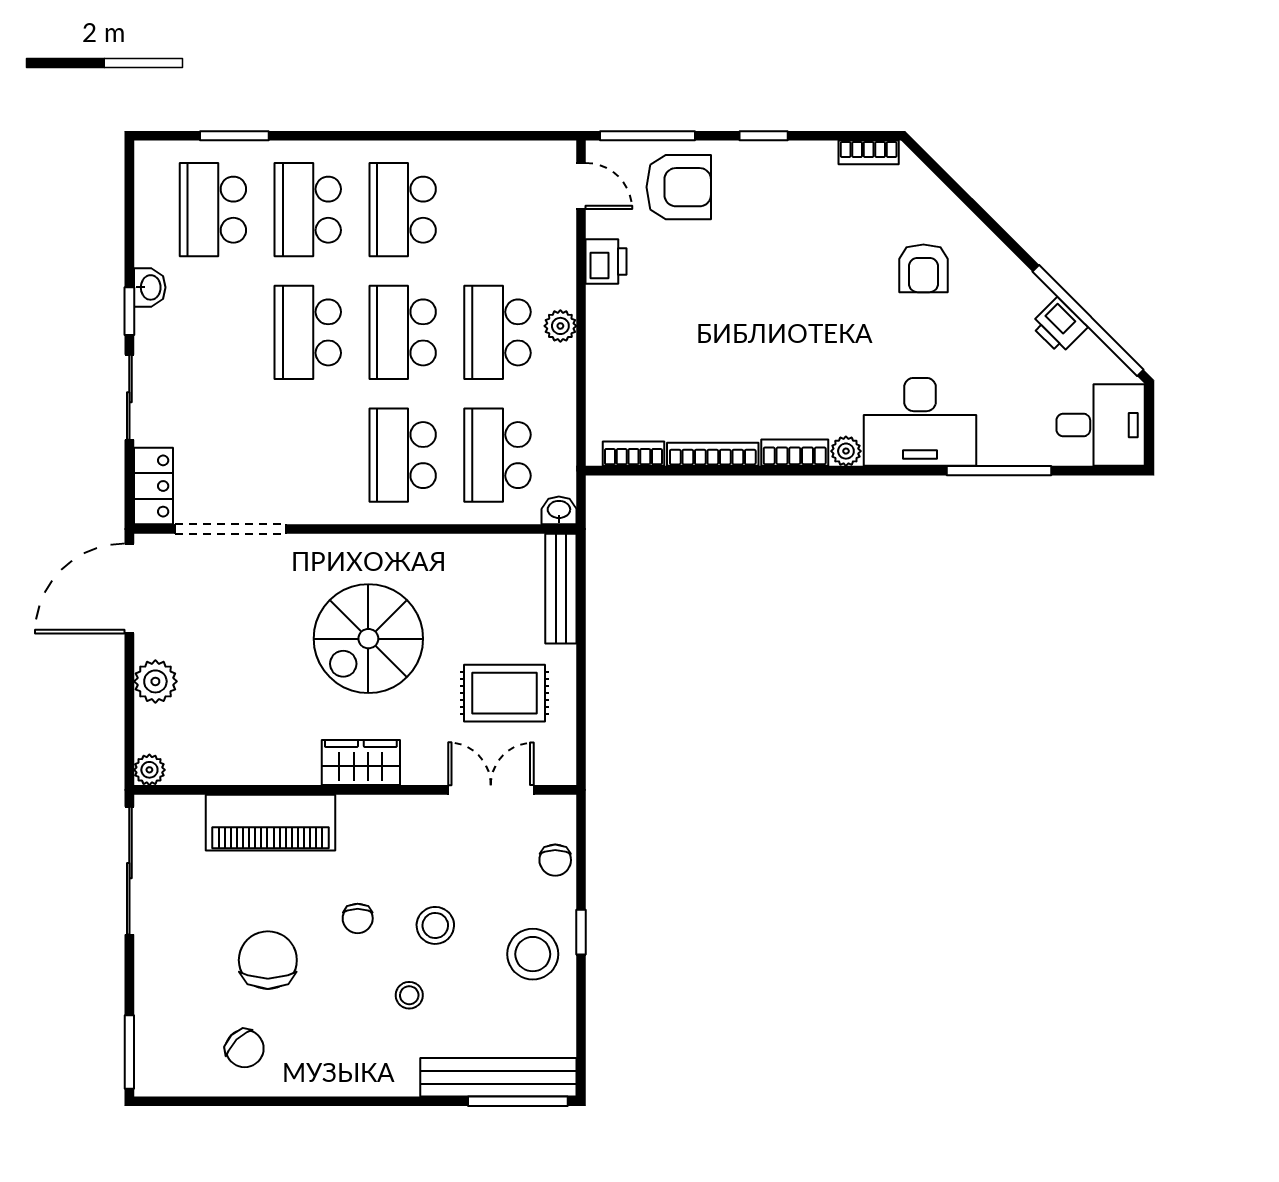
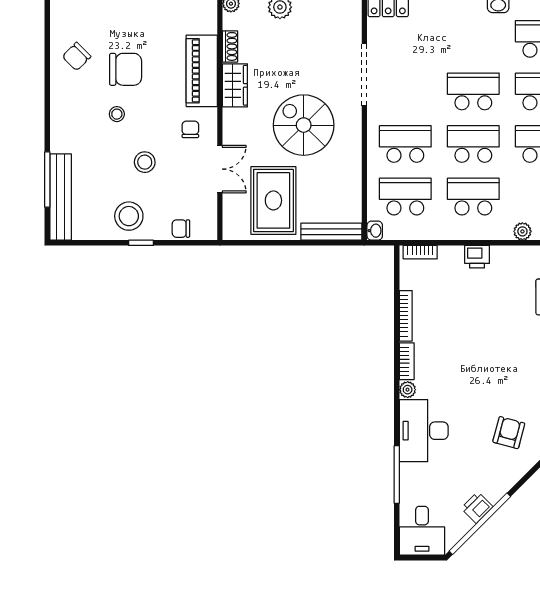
printer: (606, 261) -> (477, 257), moved
armchair: (923, 268) -> (509, 433), turned 105
plant: (560, 326) -> (522, 231), moved
bookcase: (633, 454) -> (420, 252), moved, turned 90
doorway: (231, 529) -> (364, 75), moved
rug: (505, 693) -> (273, 200), width x1.36, depth x1.43
wardrobe: (361, 763) -> (235, 85), moved
shoe rack: (226, 771) -> (230, 46), added
double door: (491, 790) -> (220, 169), moved
chair: (358, 918) -> (190, 129), moved, turned 90
stool: (409, 995) -> (117, 114), moved
window: (518, 1101) -> (47, 180), moved

